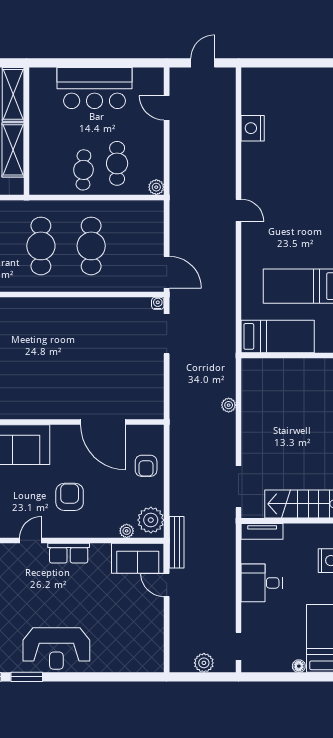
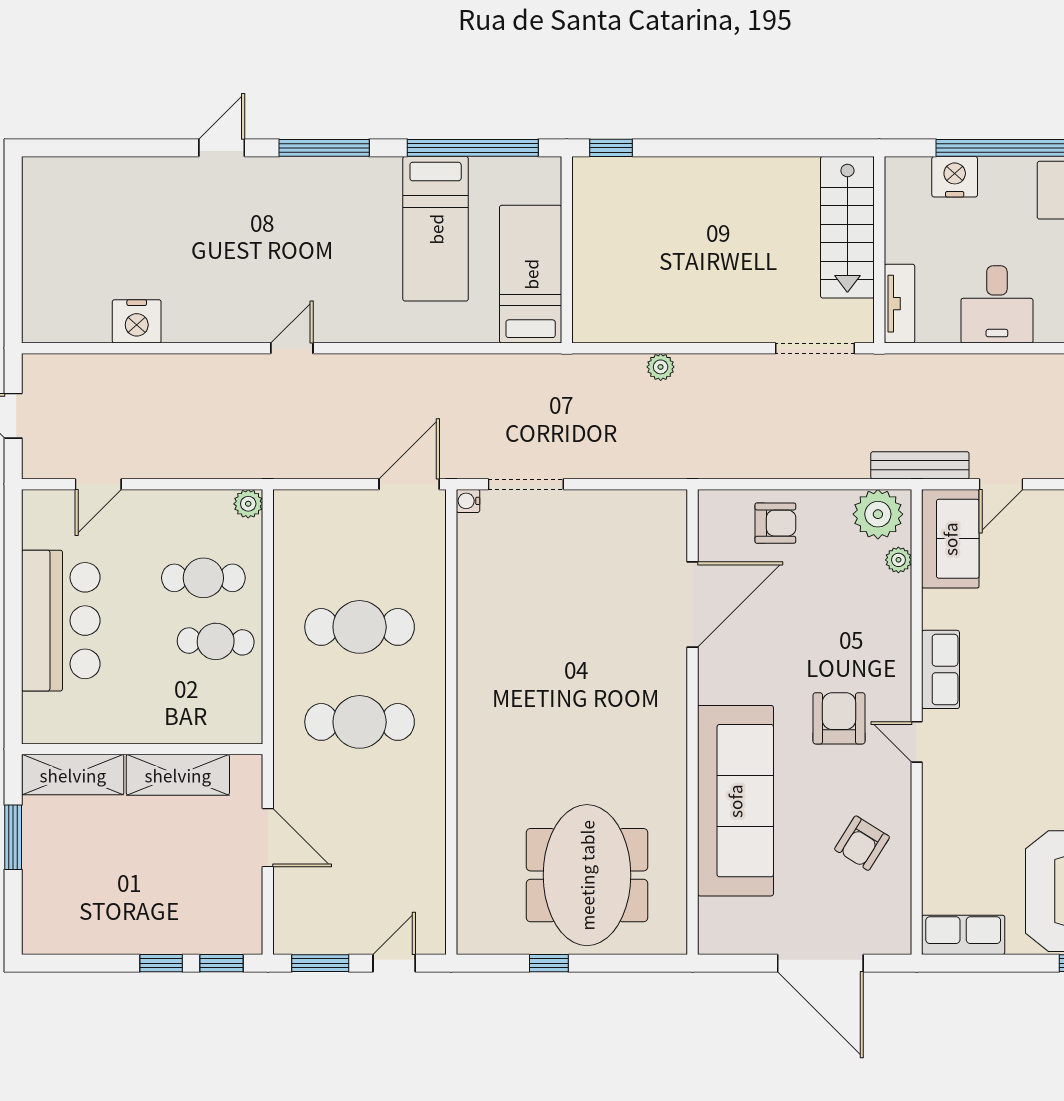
armchair: (70, 497) -> (839, 718), moved, turned 90

